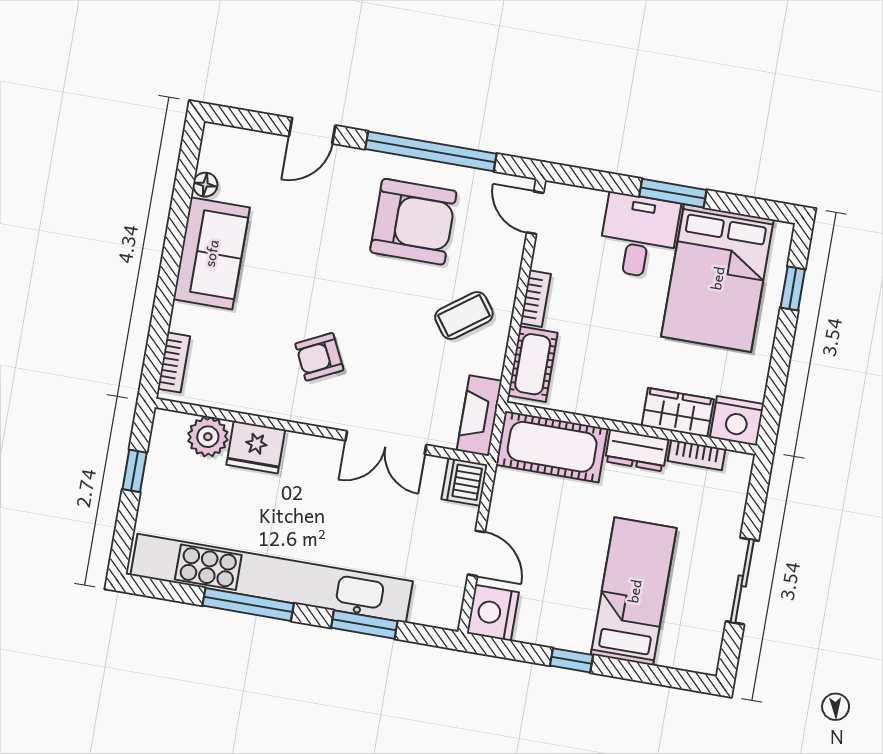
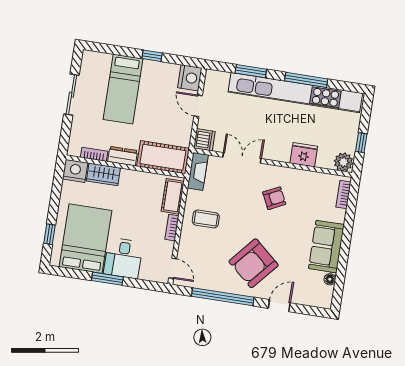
armchair: (413, 222) -> (254, 263), moved, turned -49
coffee table: (464, 315) -> (206, 219), turned 36
plant: (208, 437) -> (344, 162), moved

